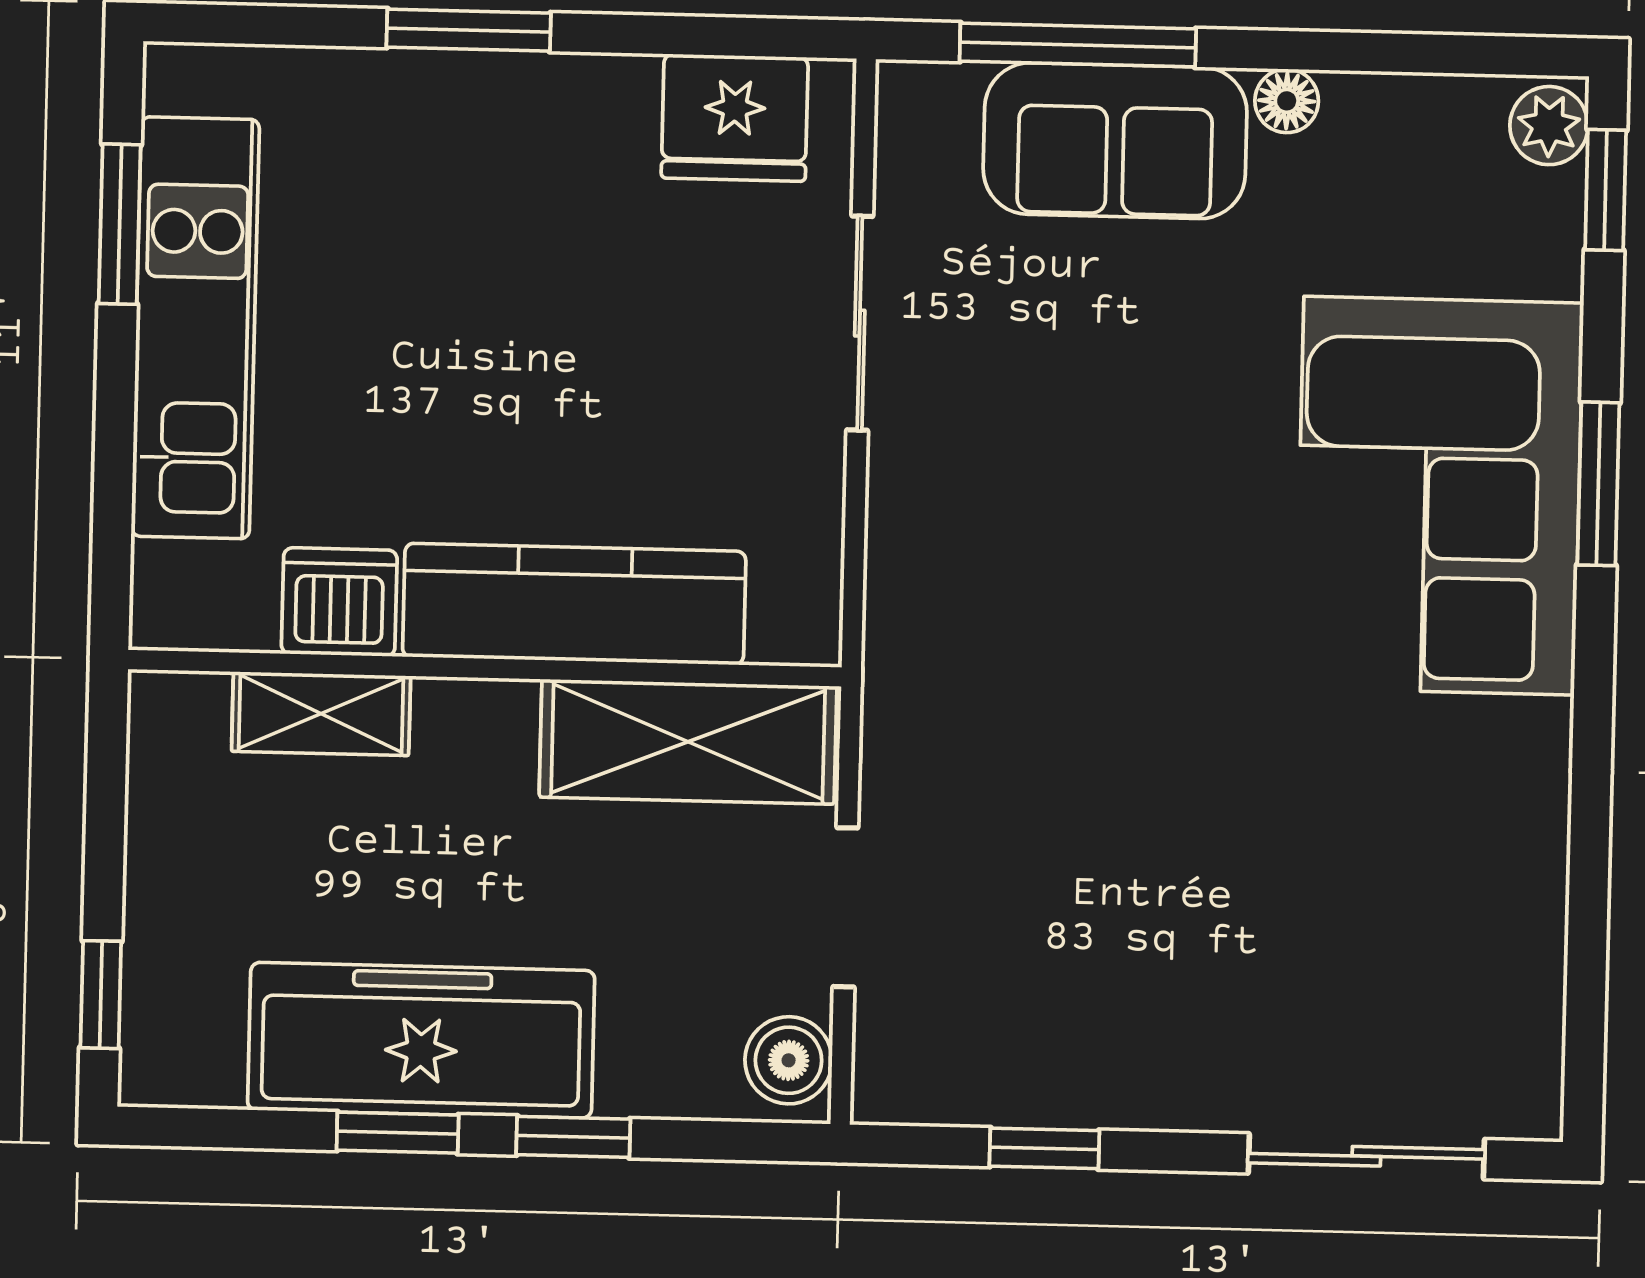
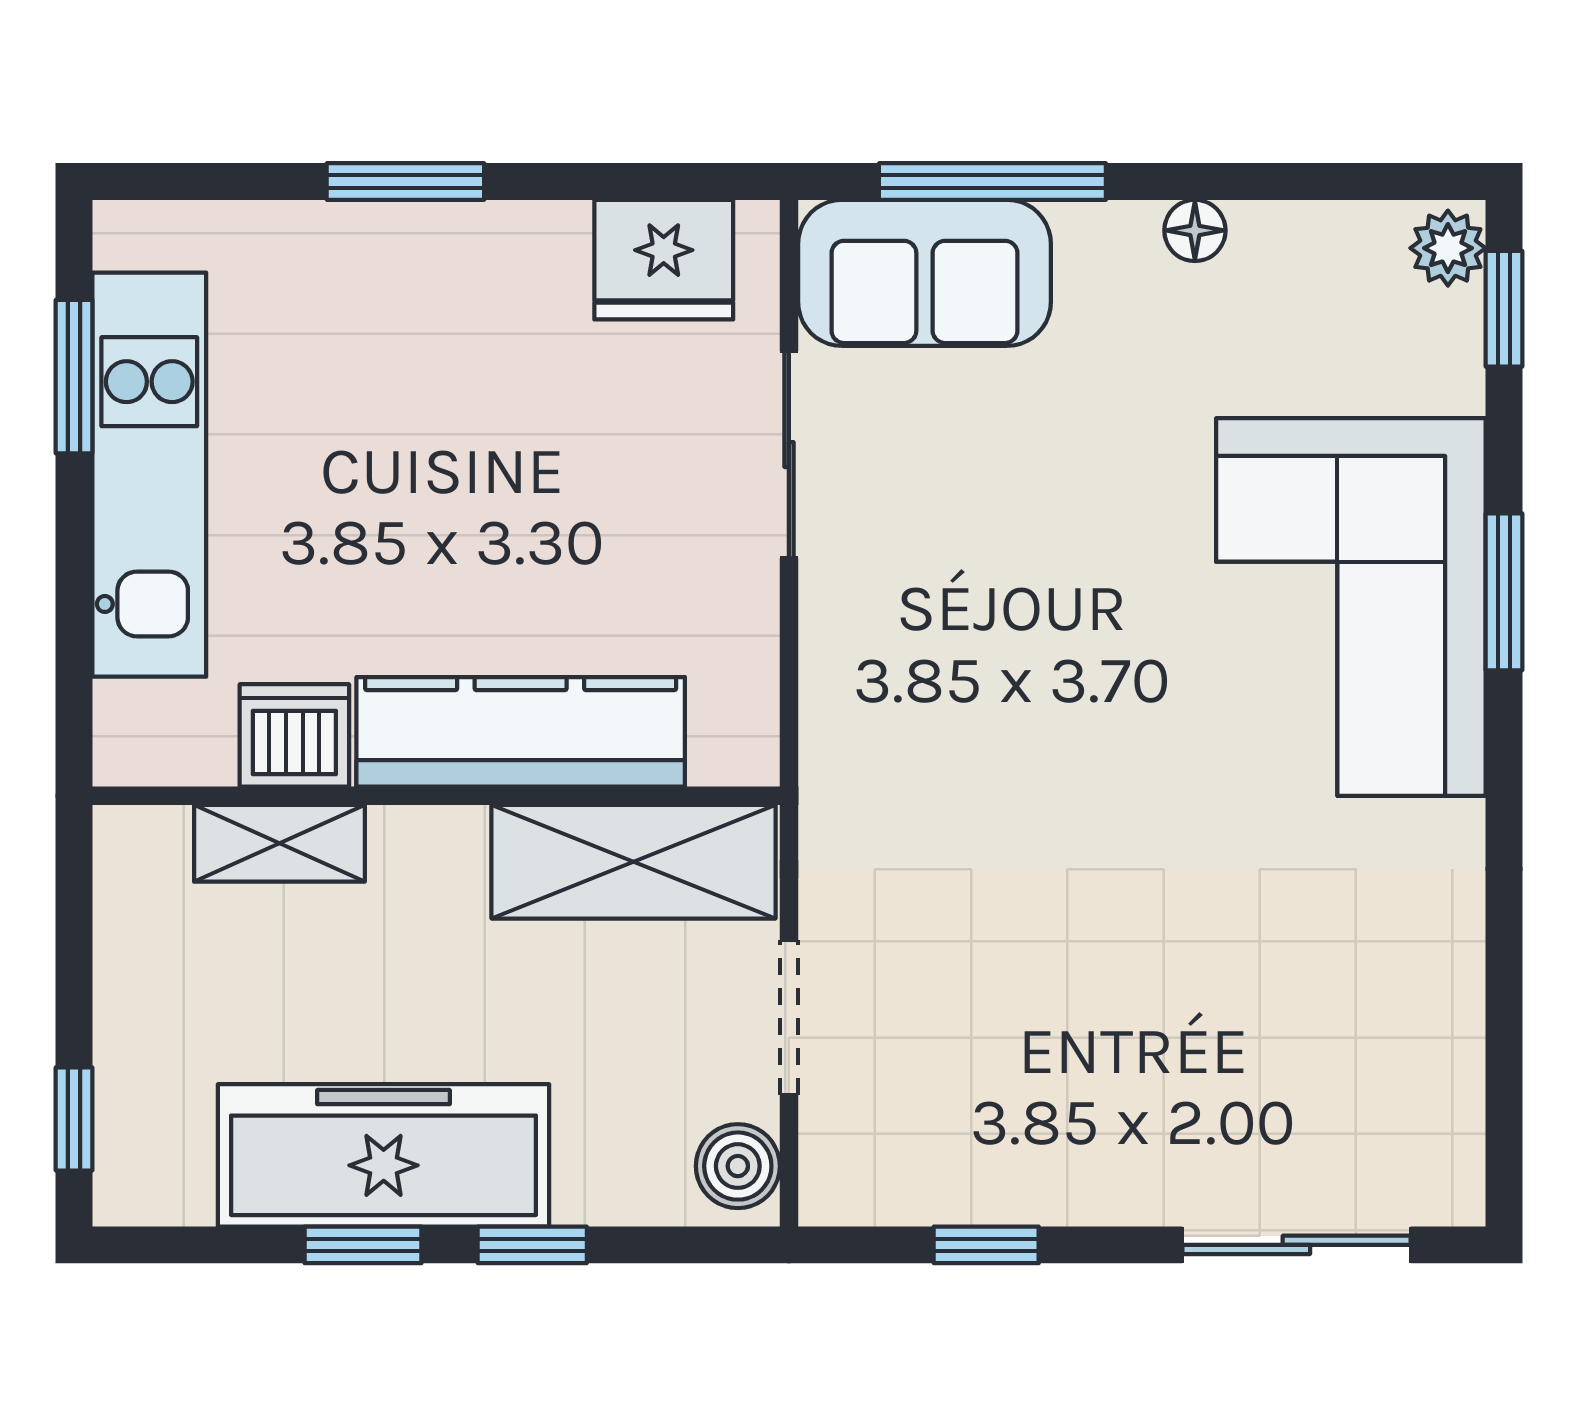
sofa: (1115, 141) -> (924, 273), moved

